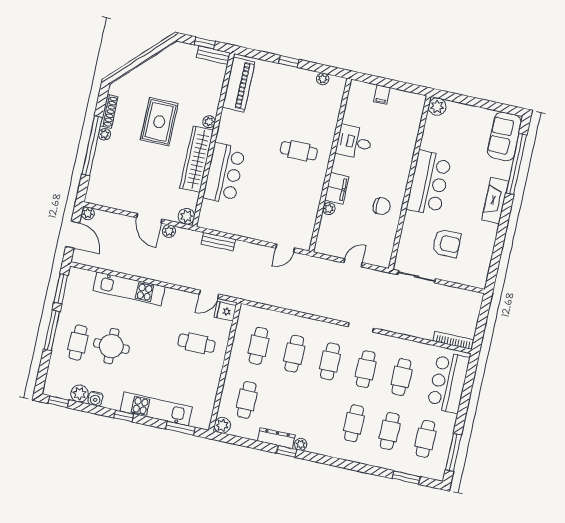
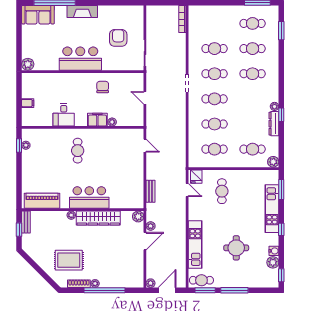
window: (289, 61) -> (19, 145), moved
rug: (159, 122) -> (69, 260), moved
bar counter: (224, 173) -> (89, 198), moved
cafe table: (78, 343) -> (201, 280), moved
bar counter: (448, 382) -> (211, 16), removed

